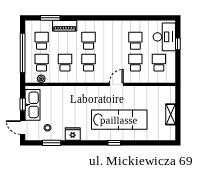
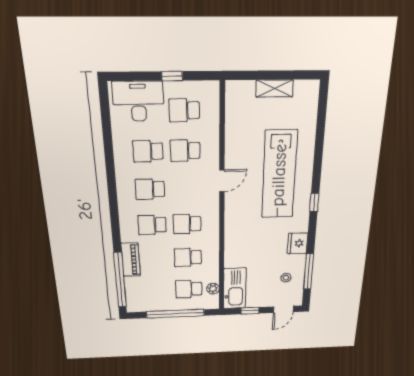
window: (50, 18) -> (120, 280), width x2.11
school desk: (42, 41) -> (150, 189), moved
window: (178, 44) -> (172, 76), moved
door: (116, 84) -> (222, 181), swing flipped
kitchen sink: (33, 105) -> (235, 289), moved, turned 90
lab bench: (119, 120) -> (279, 175), turned 180
window: (52, 143) -> (309, 271), width x1.44
window: (114, 143) -> (314, 202), moved

